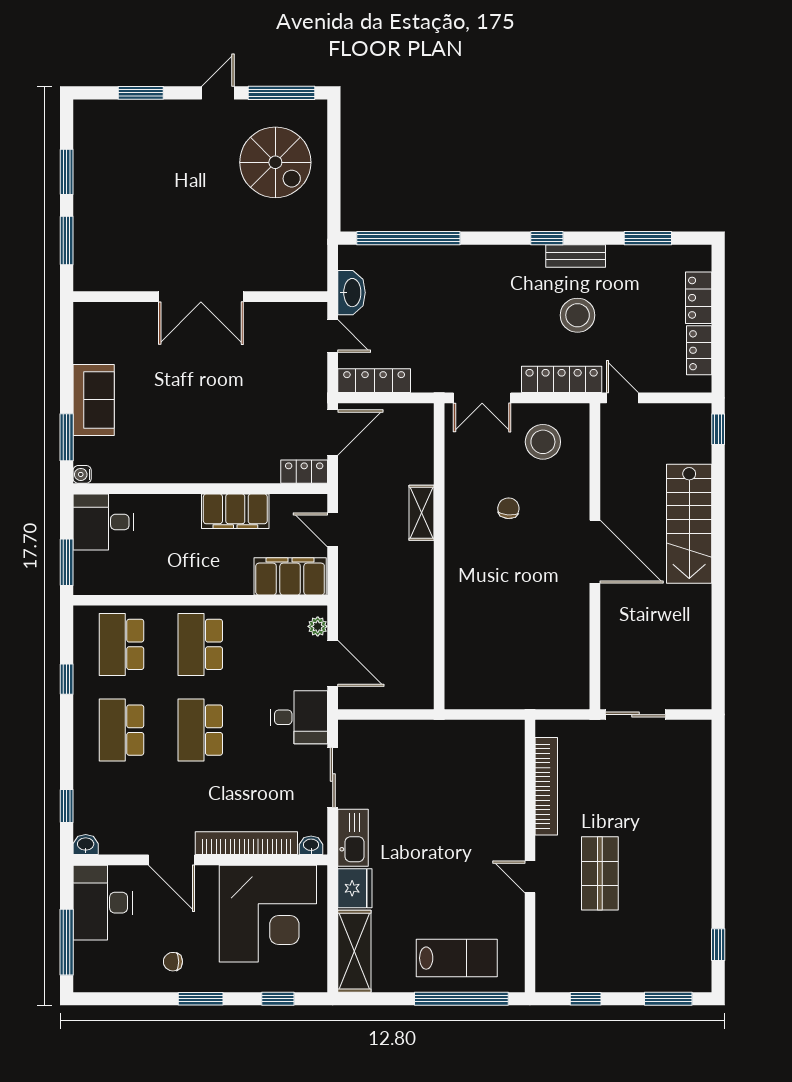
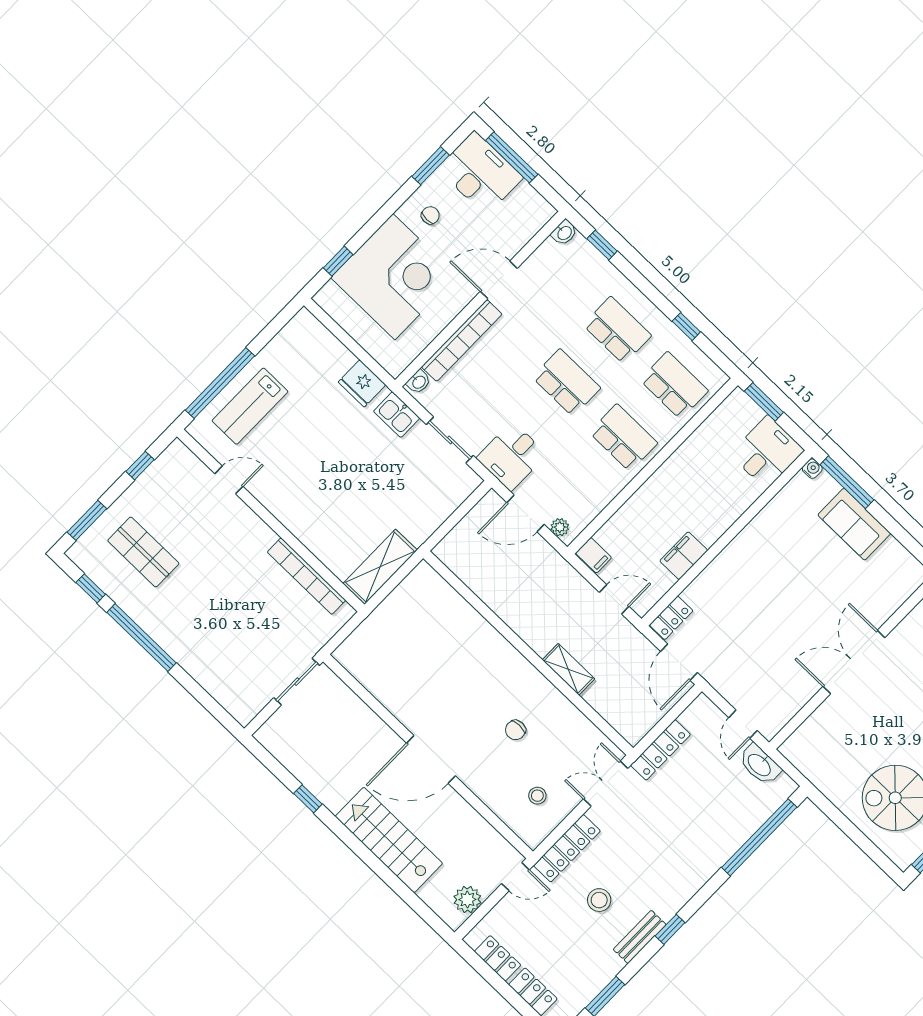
stool: (578, 315) -> (599, 900), width x0.73, depth x0.73
door: (333, 336) -> (743, 724), hinge flipped
locker: (374, 381) -> (660, 750), moved
plant: (676, 418) -> (467, 899), added
window: (718, 429) -> (308, 799), moved
window: (67, 437) -> (847, 482), width x1.44
stool: (543, 442) -> (537, 796), width x0.53, depth x0.53
chair: (508, 508) -> (515, 730), turned 85
filing cabinet: (235, 511) -> (684, 556), width x0.67, depth x0.86
filing cabinet: (290, 576) -> (593, 555), width x0.33, depth x0.86
kitchen sink: (353, 838) -> (397, 415), width x0.73
window: (718, 868) -> (141, 638), added
shop shelf: (600, 873) -> (143, 552), moved
door: (530, 877) -> (229, 480), moved
desk: (103, 903) -> (480, 173), moved
corner desk: (268, 914) -> (394, 277), moved, turned 180
shelving: (354, 951) -> (380, 567), moved, turned 90
window: (201, 999) -> (431, 166), moved

